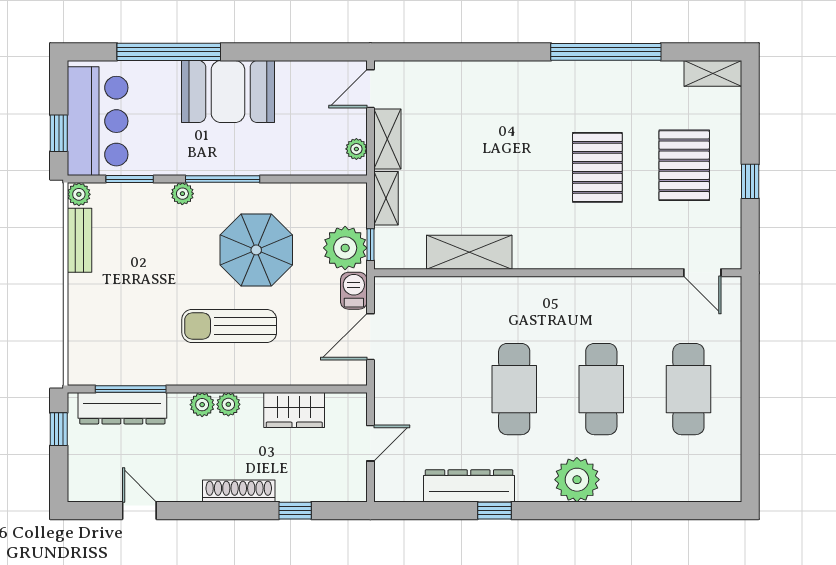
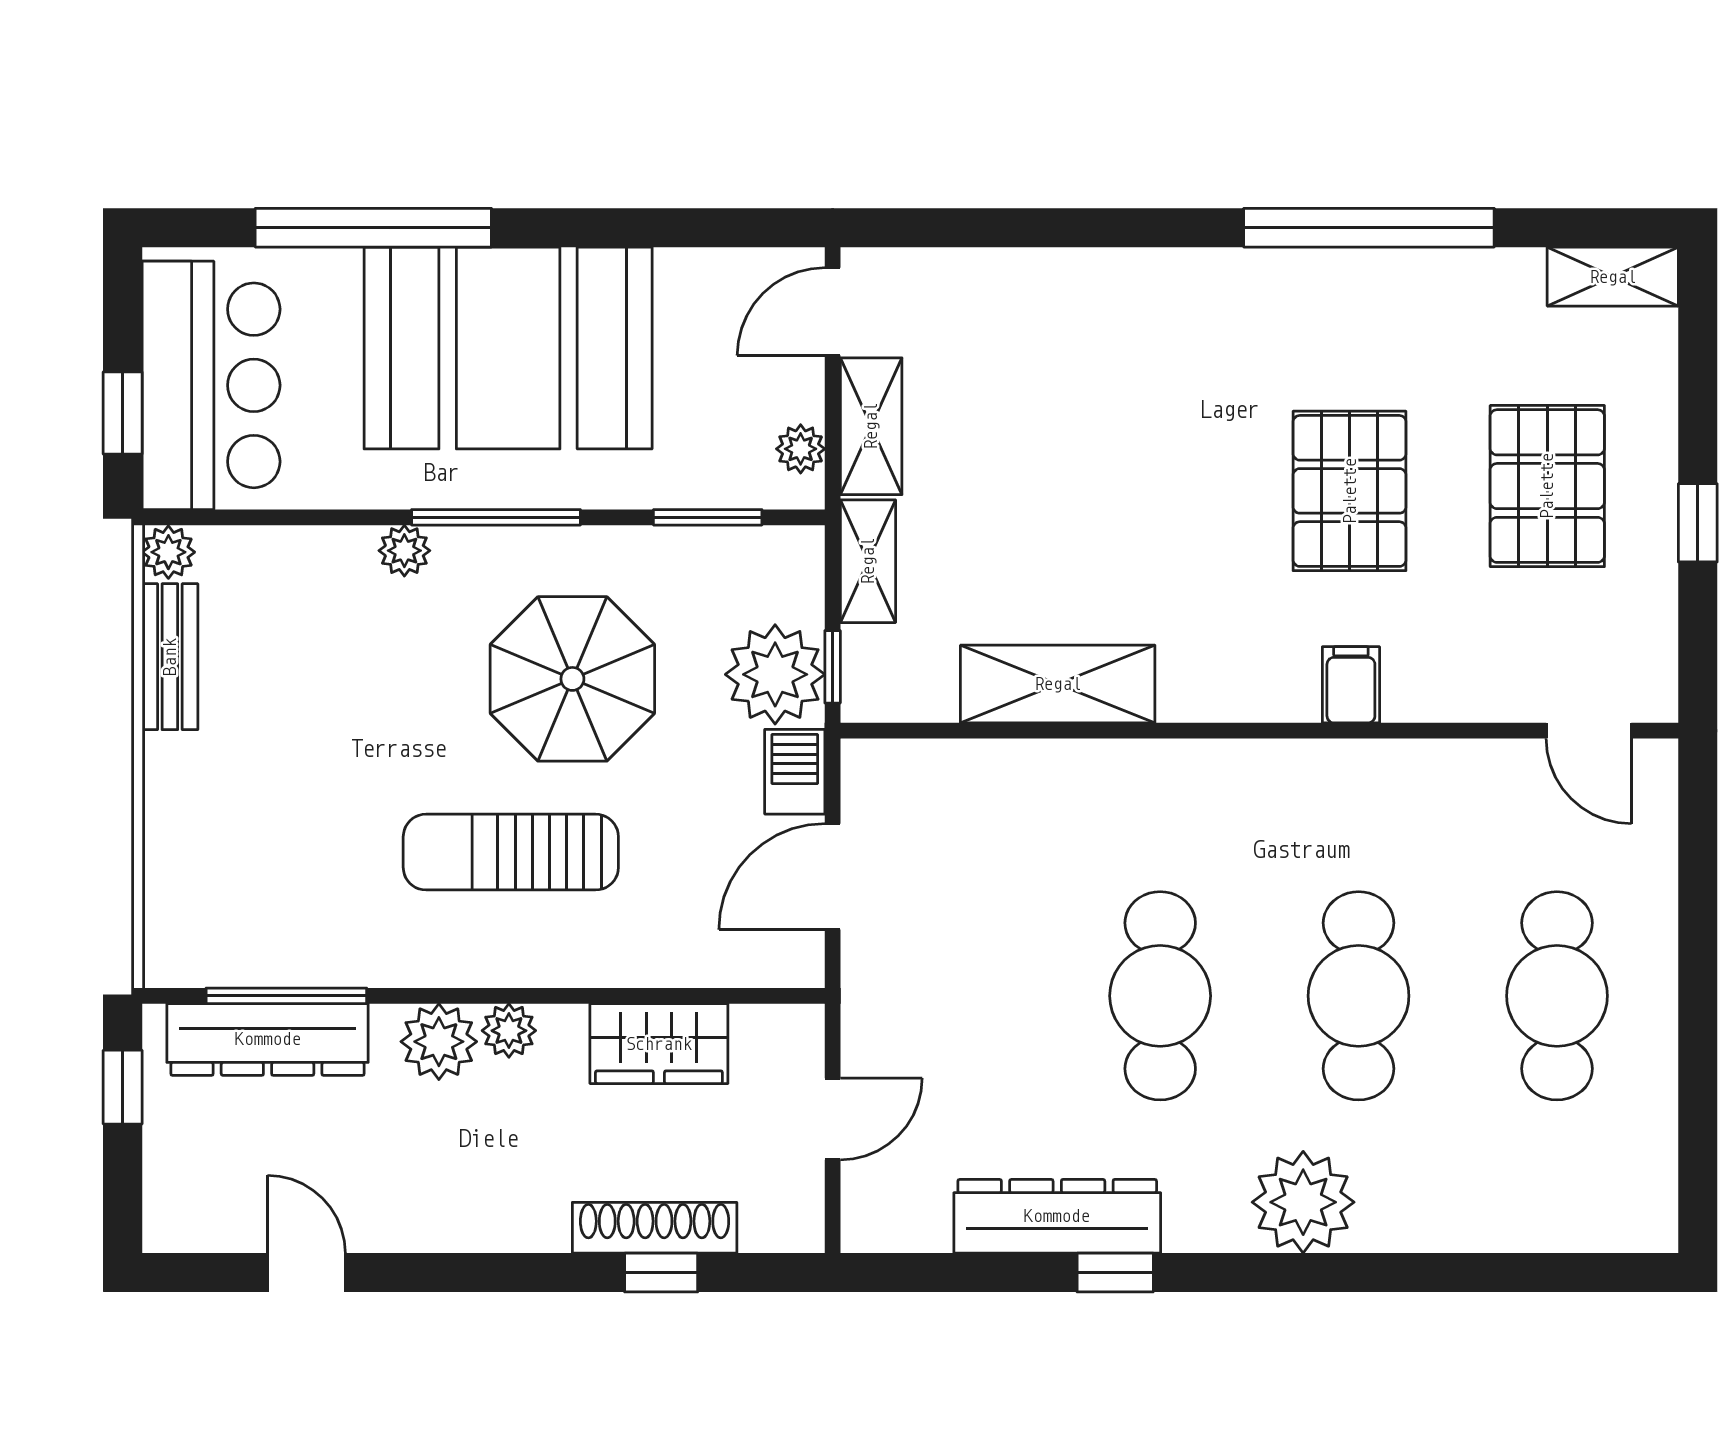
booth: (228, 92) -> (508, 348), width x1.36, depth x1.42
window: (130, 179) -> (708, 517), moved
filing cabinet: (598, 253) -> (1351, 685), added
plant: (202, 405) -> (439, 1042), width x1.38, depth x1.38
shoe rack: (239, 491) -> (655, 1228), moved

